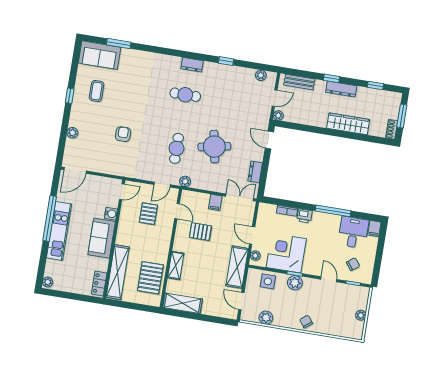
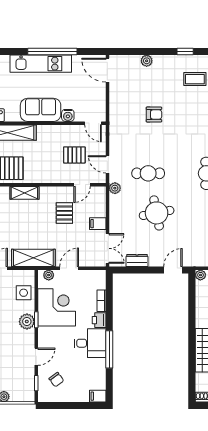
desk: (353, 232) -> (90, 343), moved

